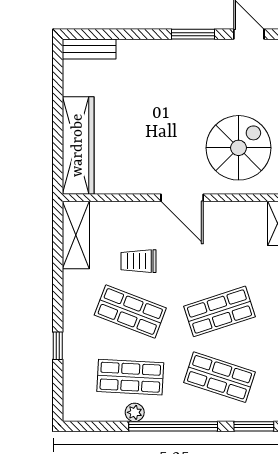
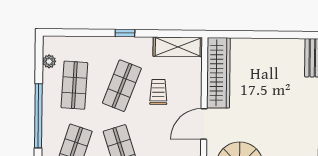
wardrobe: (78, 145) -> (218, 73), moved, turned -90
window: (58, 346) -> (125, 33), moved
plant: (135, 412) -> (49, 61), moved

